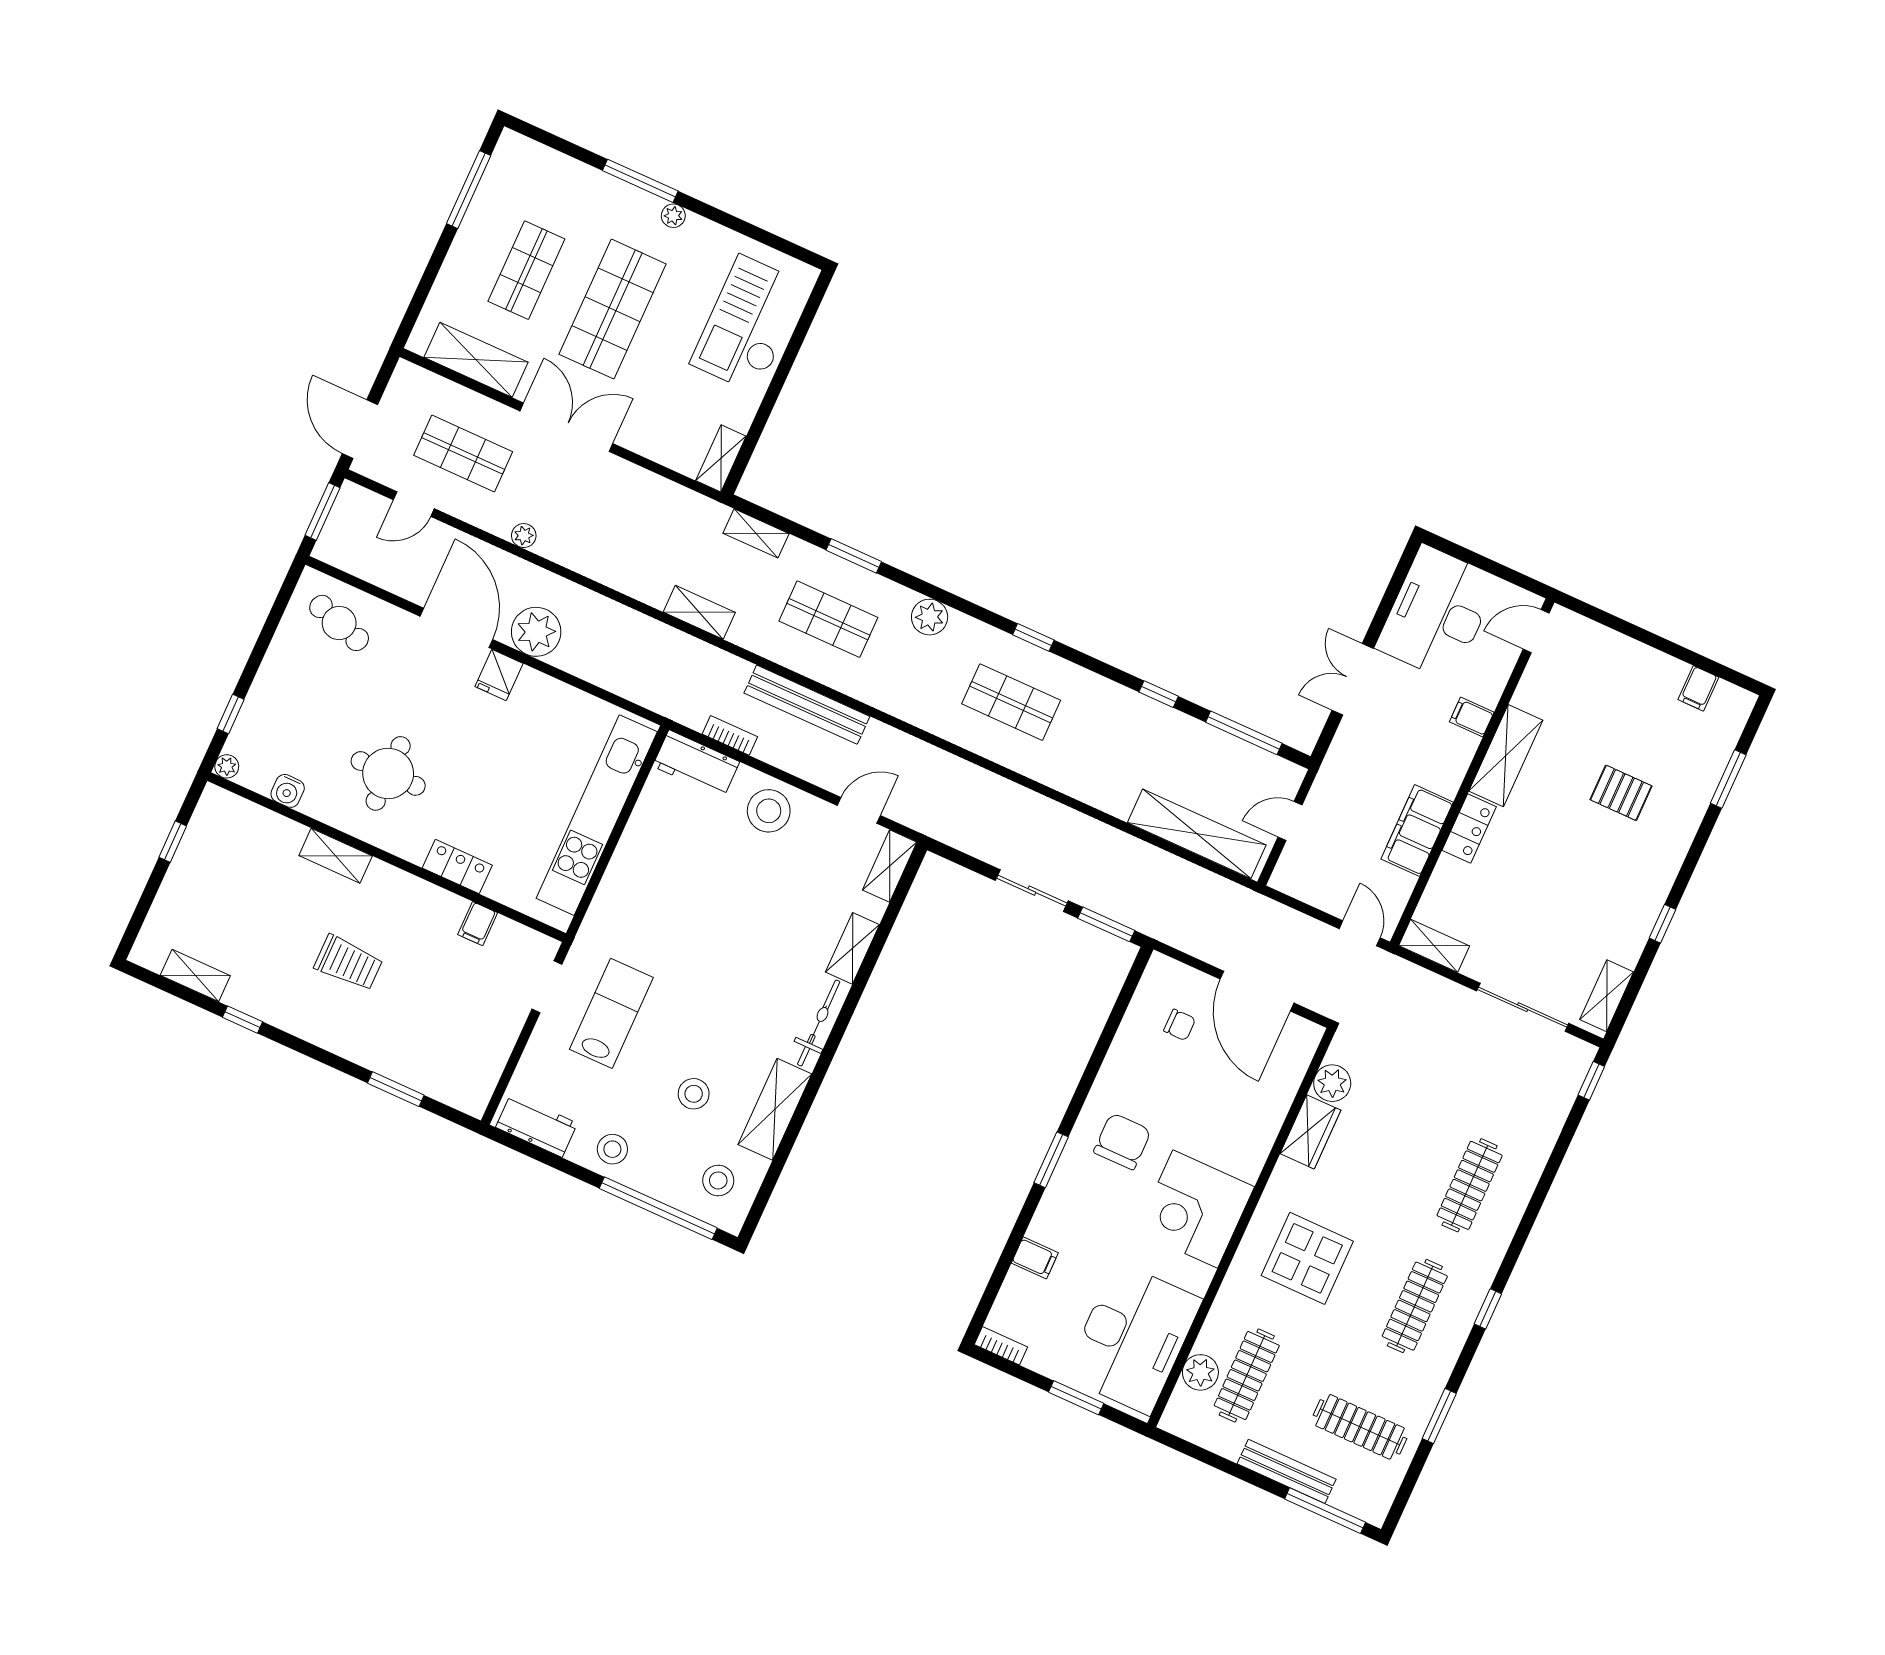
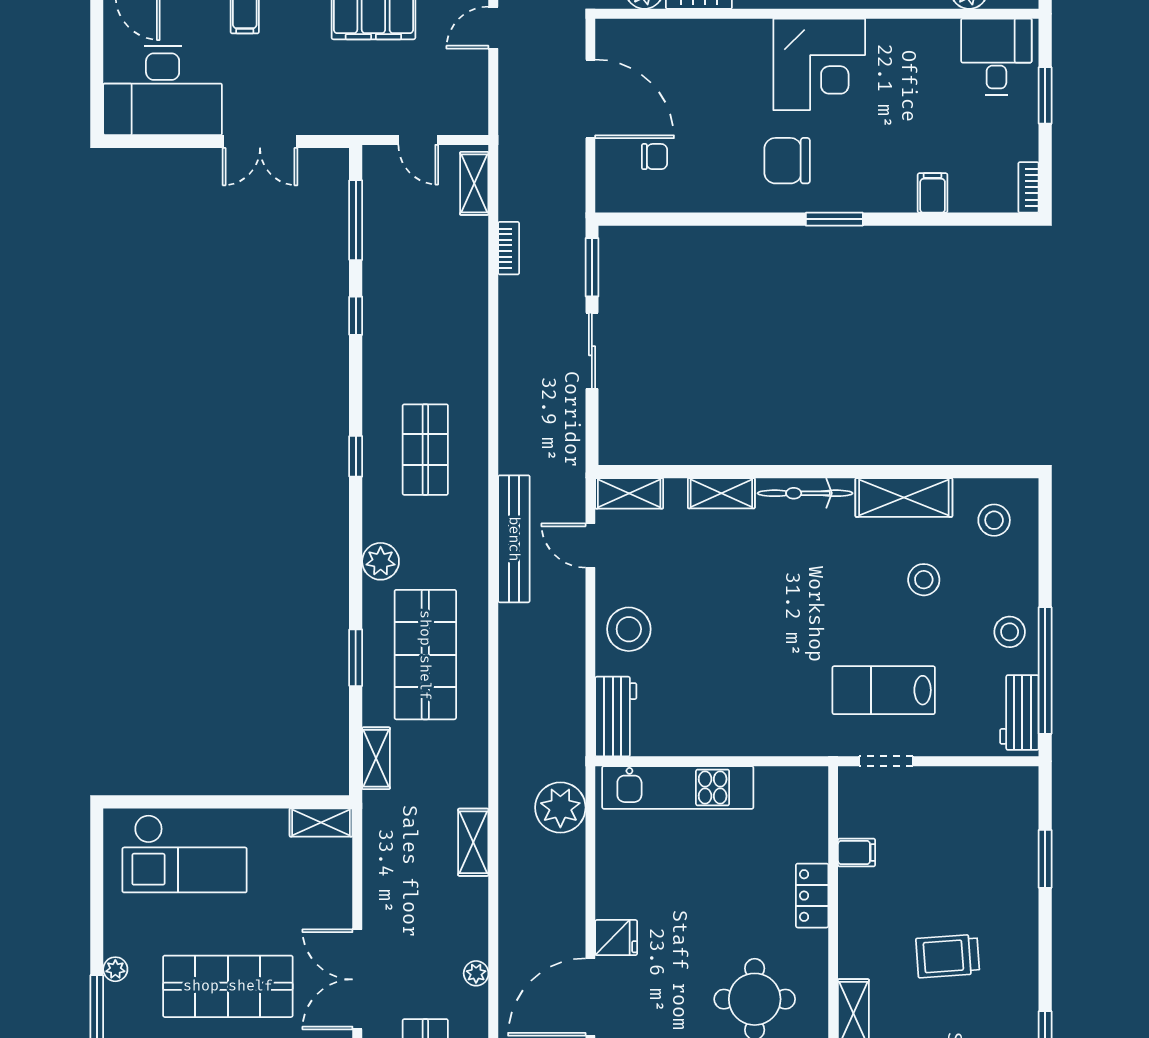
shelving: (699, 612) -> (473, 842), moved
shop shelf: (828, 619) -> (425, 655), width x1.43, depth x1.36
plant: (536, 632) -> (560, 807), moved
bench: (807, 705) -> (514, 539), moved
bookcase: (730, 735) -> (509, 248), moved, turned 180
kitchen unit: (597, 815) -> (678, 788), width x0.73
shelving: (1197, 834) -> (474, 183), width x0.45, depth x0.75
trolley: (348, 963) -> (948, 956), turned -94
door: (1257, 991) -> (590, 99), hinge flipped
chair: (1180, 1025) -> (655, 157), turned 90
window: (658, 1208) -> (1045, 670), moved
desk: (1133, 1338) -> (996, 57), width x0.53, depth x0.77

